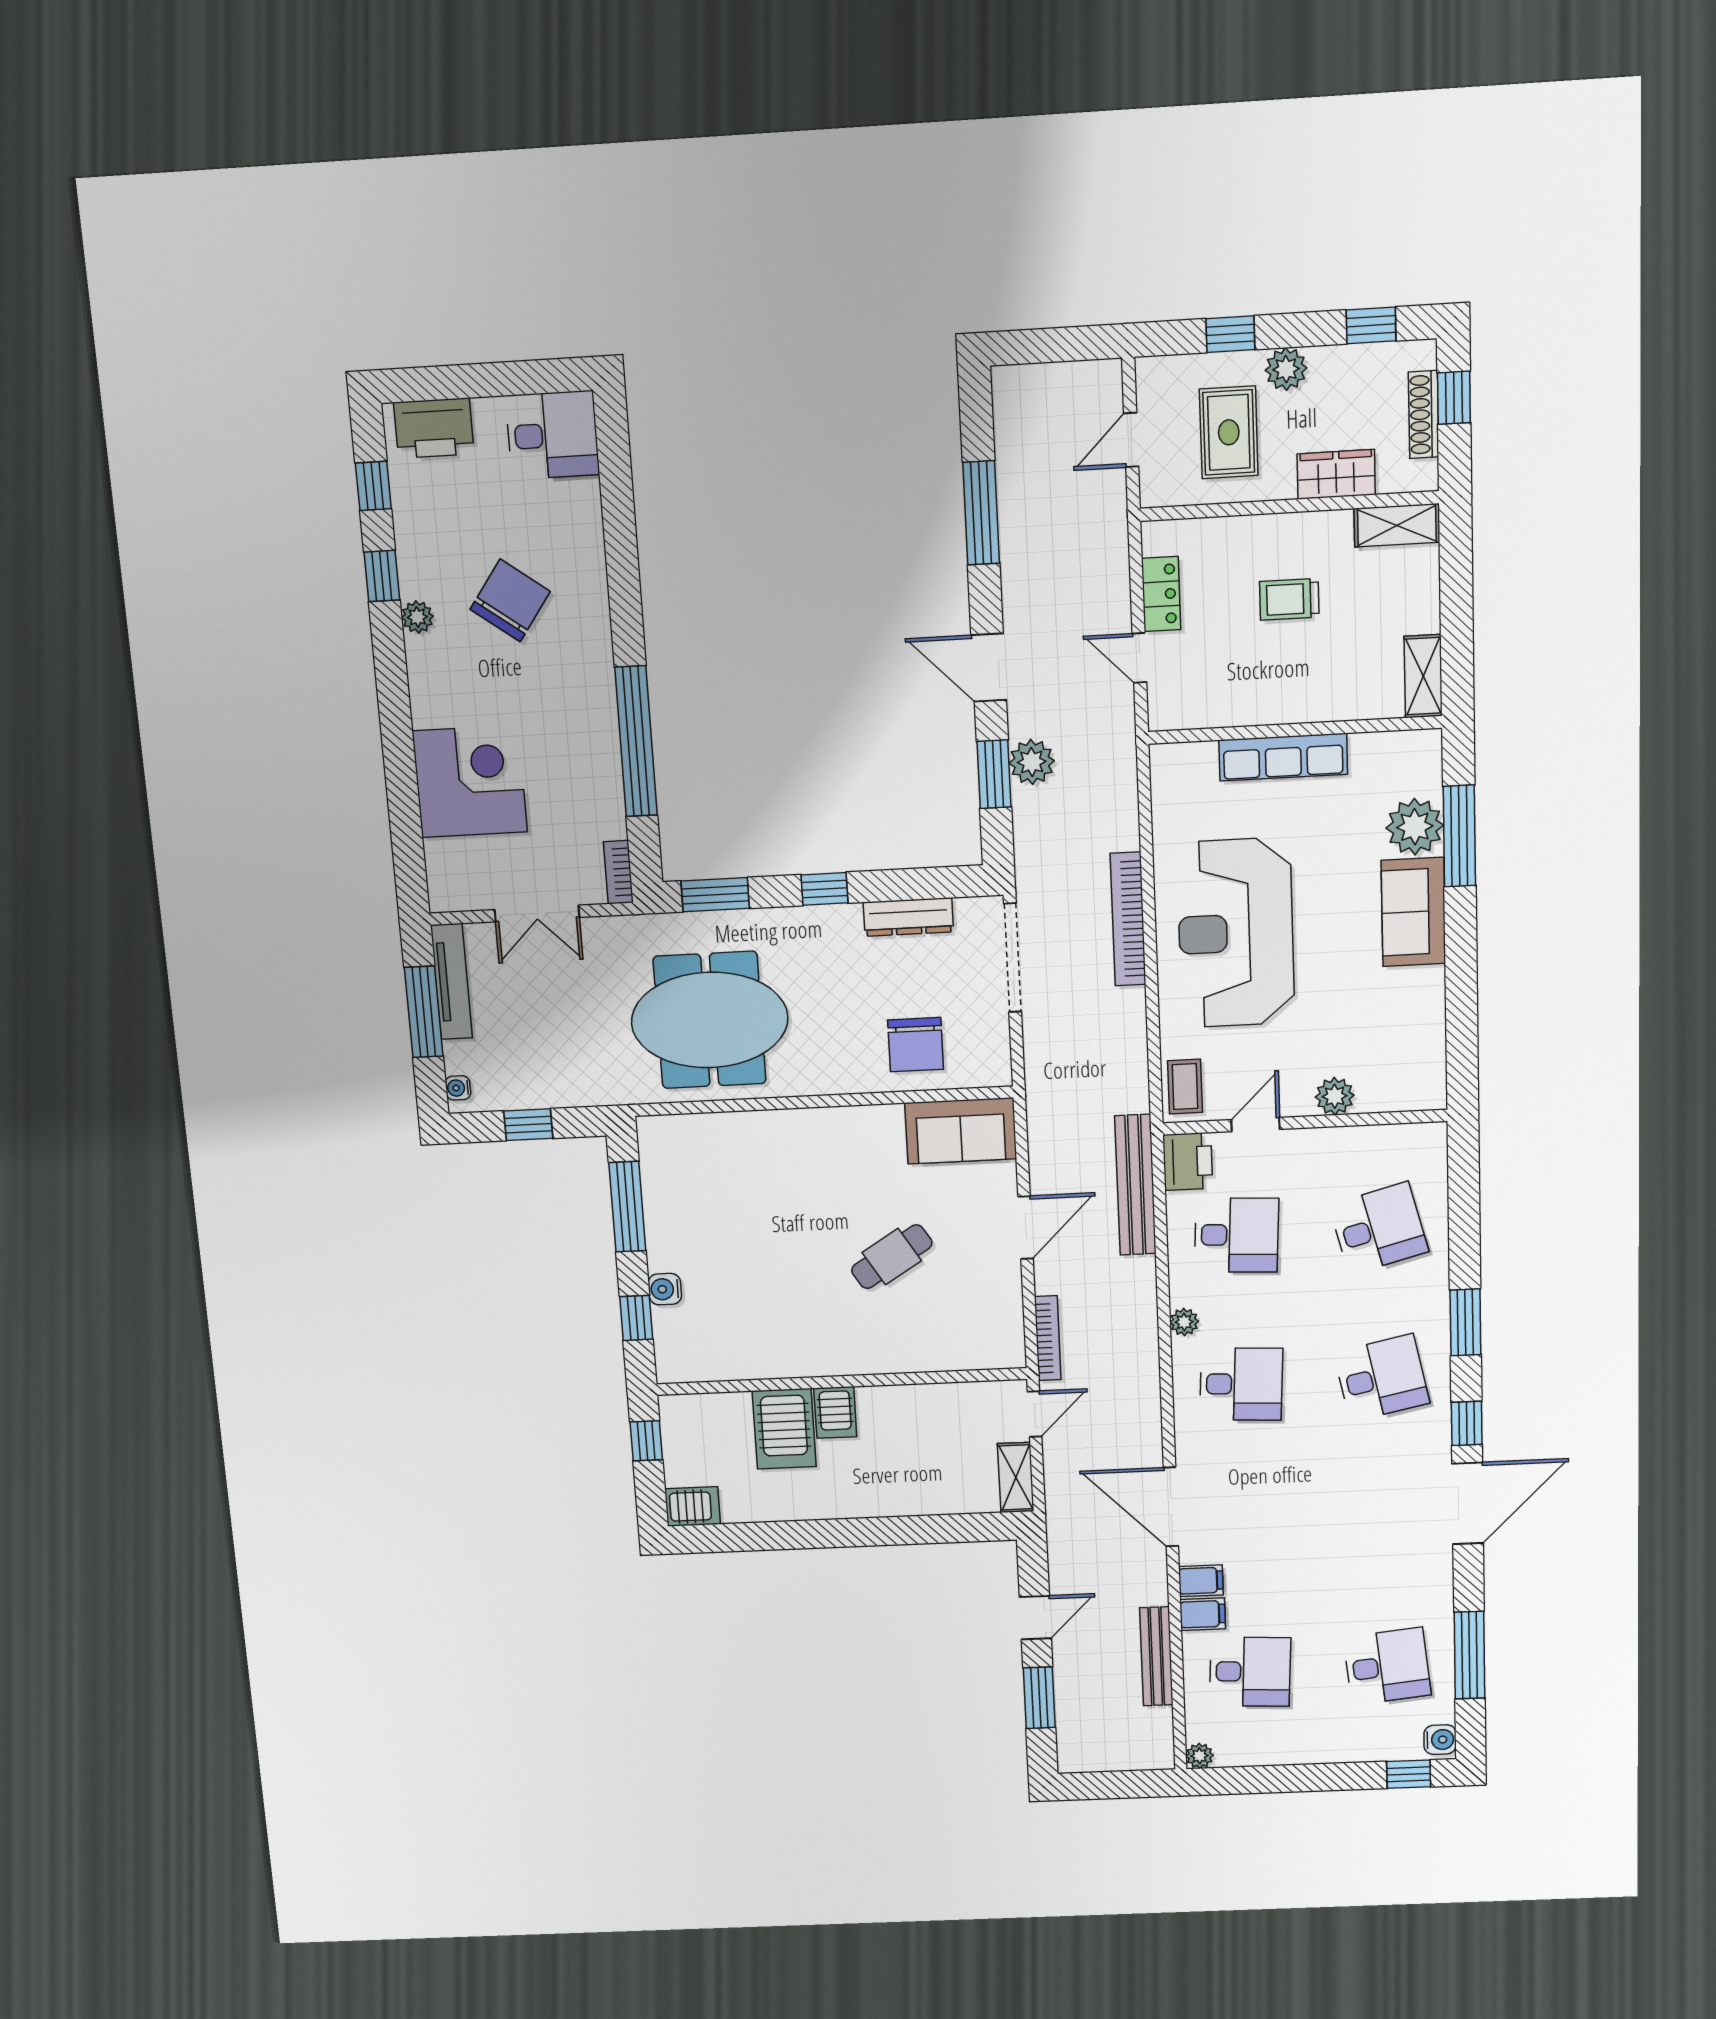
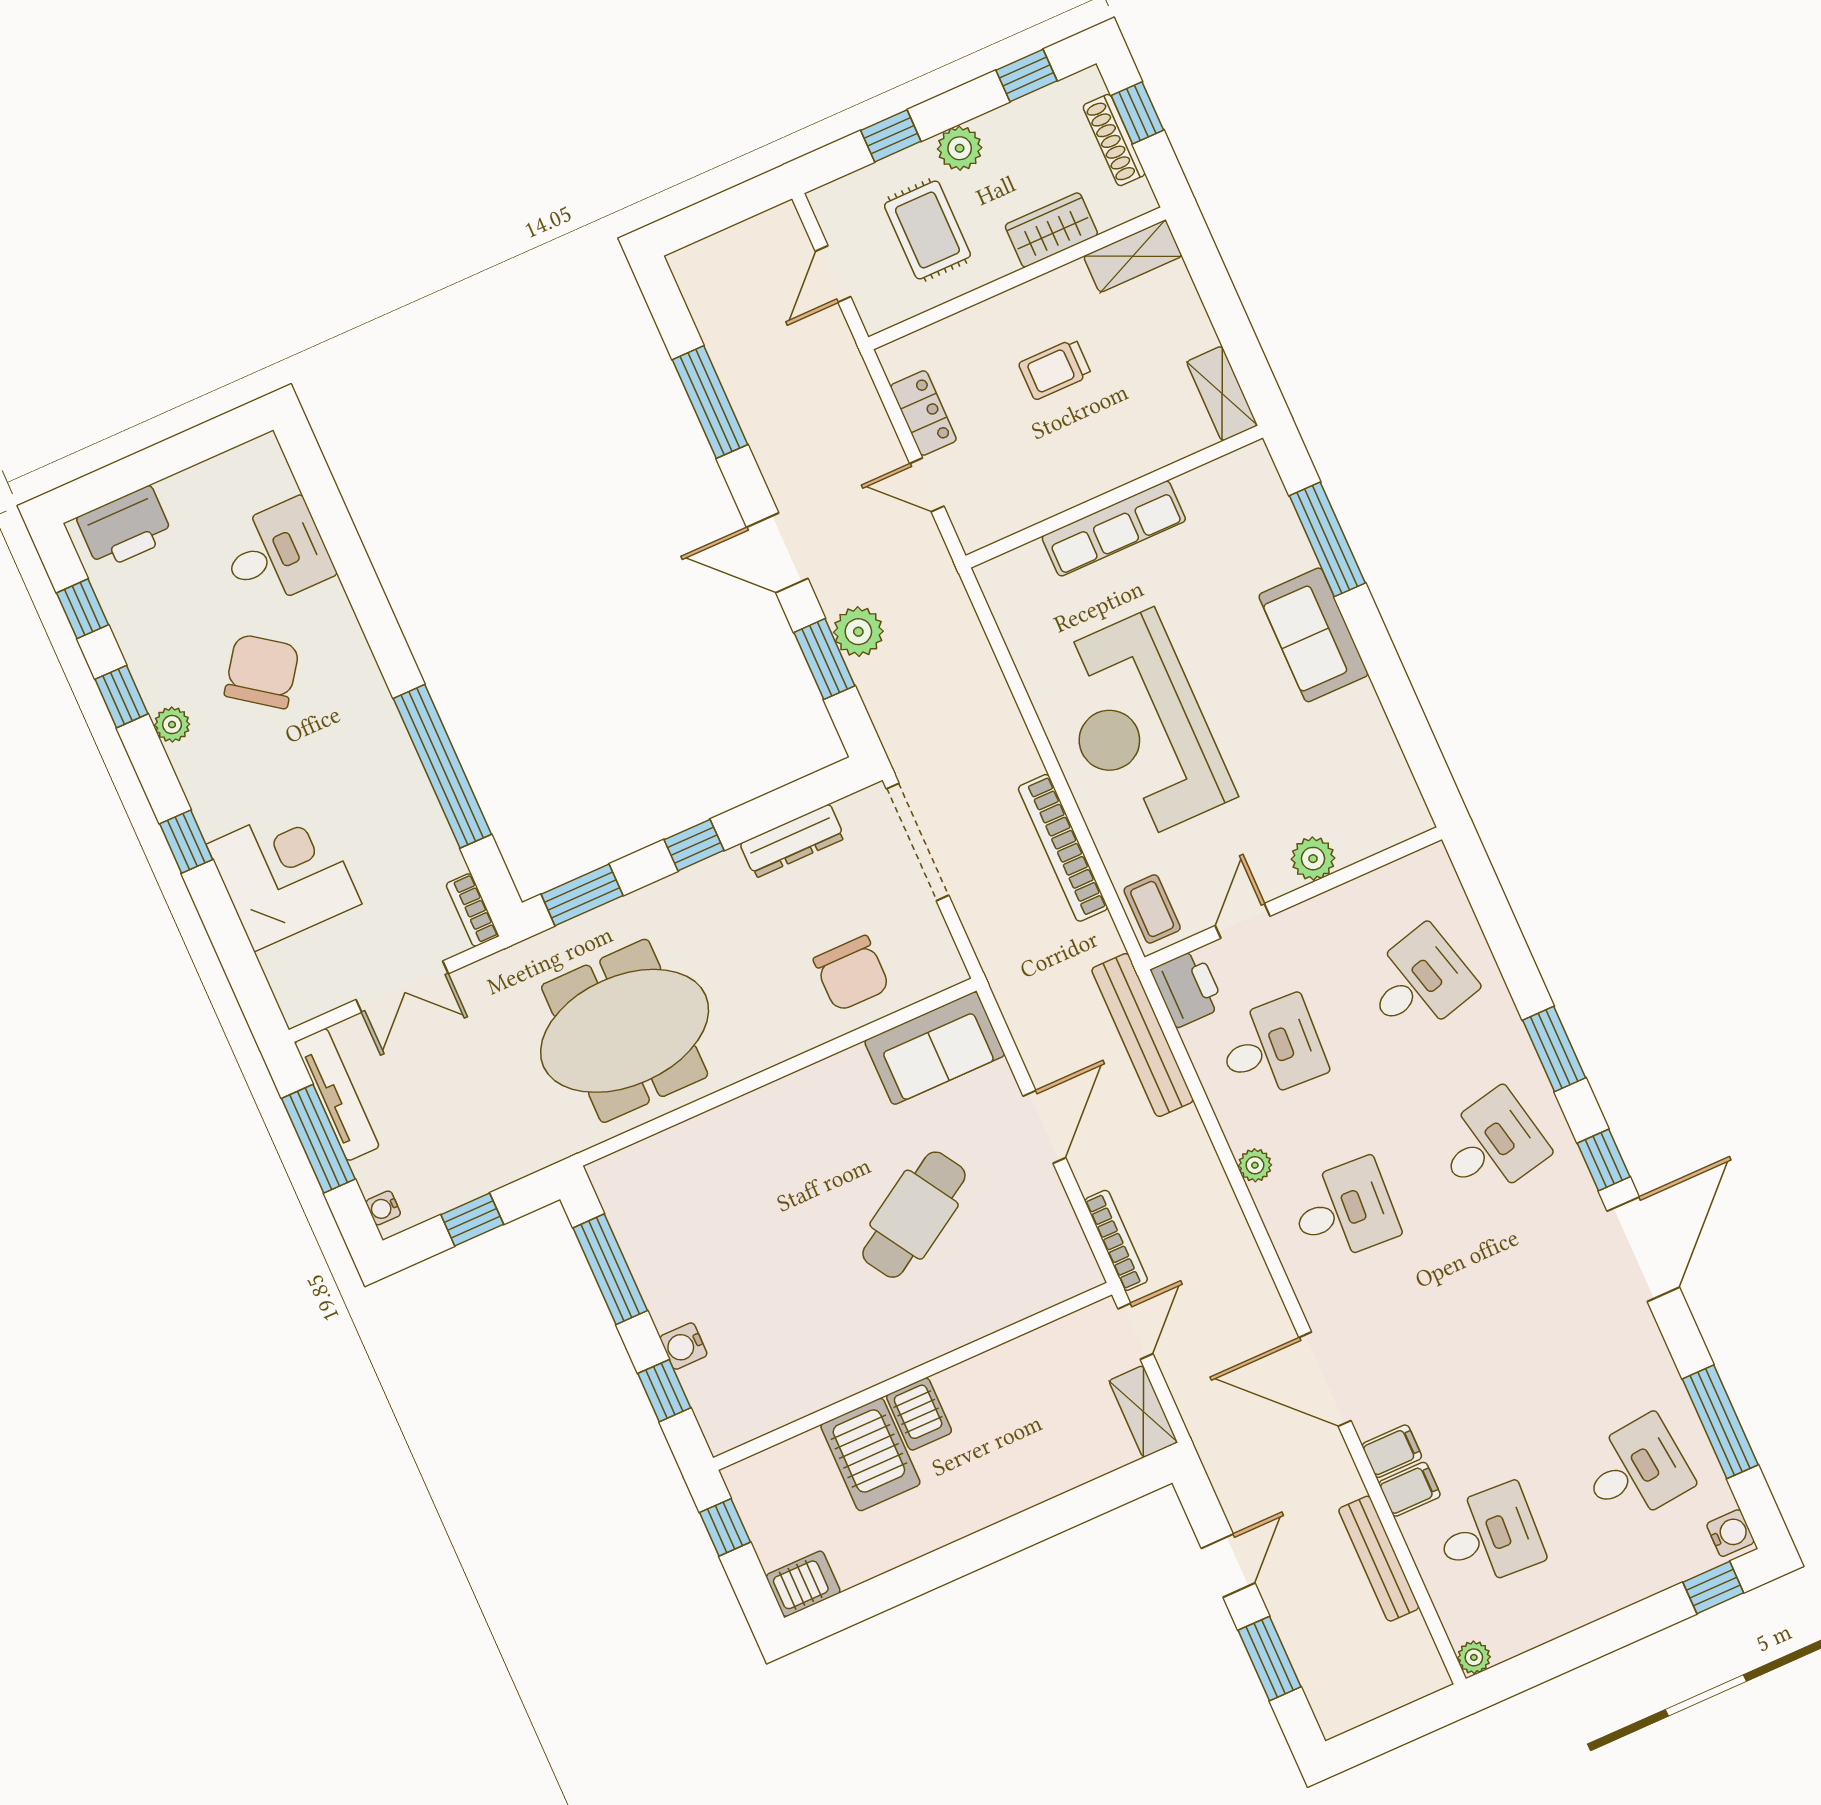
desk: (552, 435) -> (276, 553), moved
window: (396, 722) -> (186, 842), added
plant: (1415, 827) -> (1278, 547), removed
bookcase: (1128, 919) -> (1063, 848), moved
cafe table: (892, 1257) -> (914, 1215), width x1.37, depth x1.35

